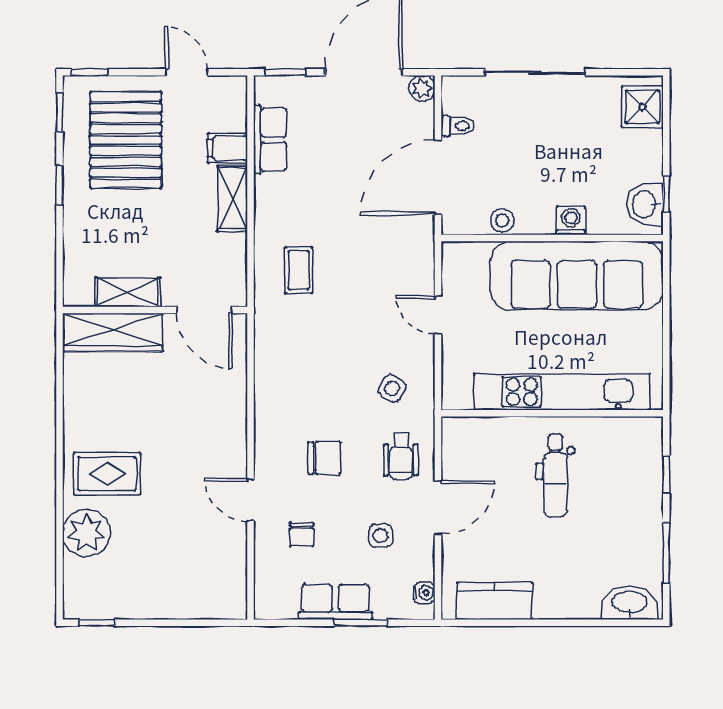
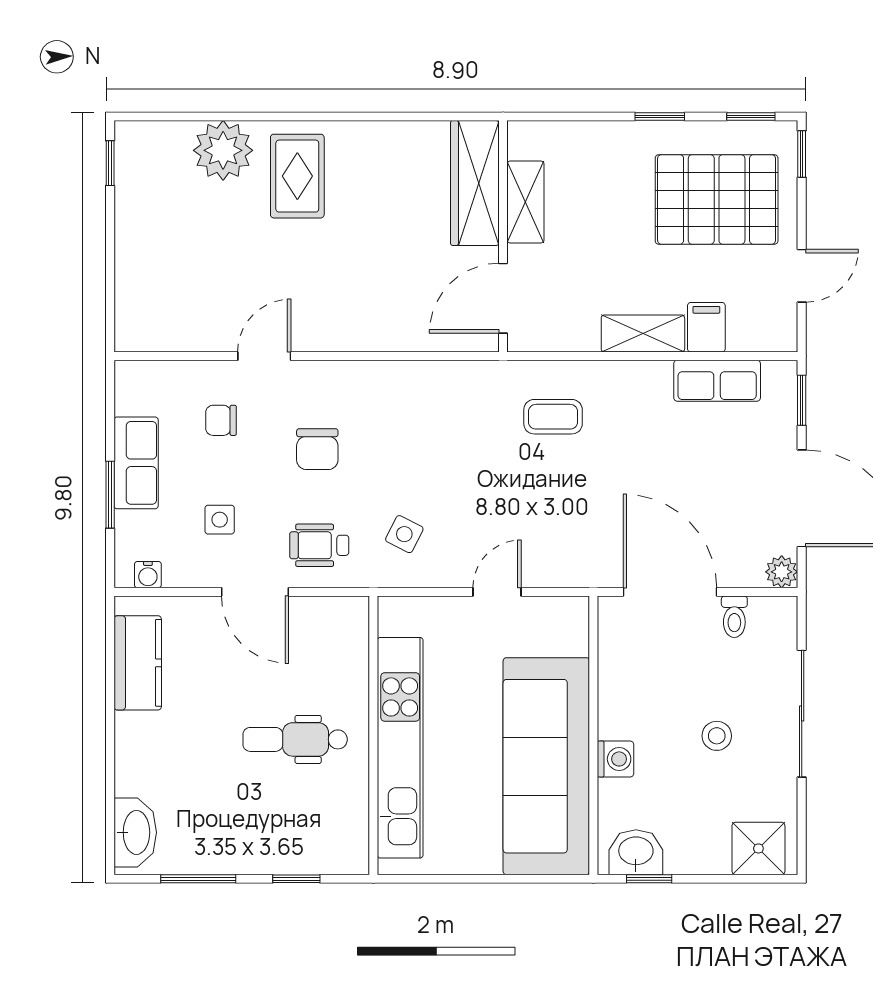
stool: (502, 221) -> (717, 736), moved

